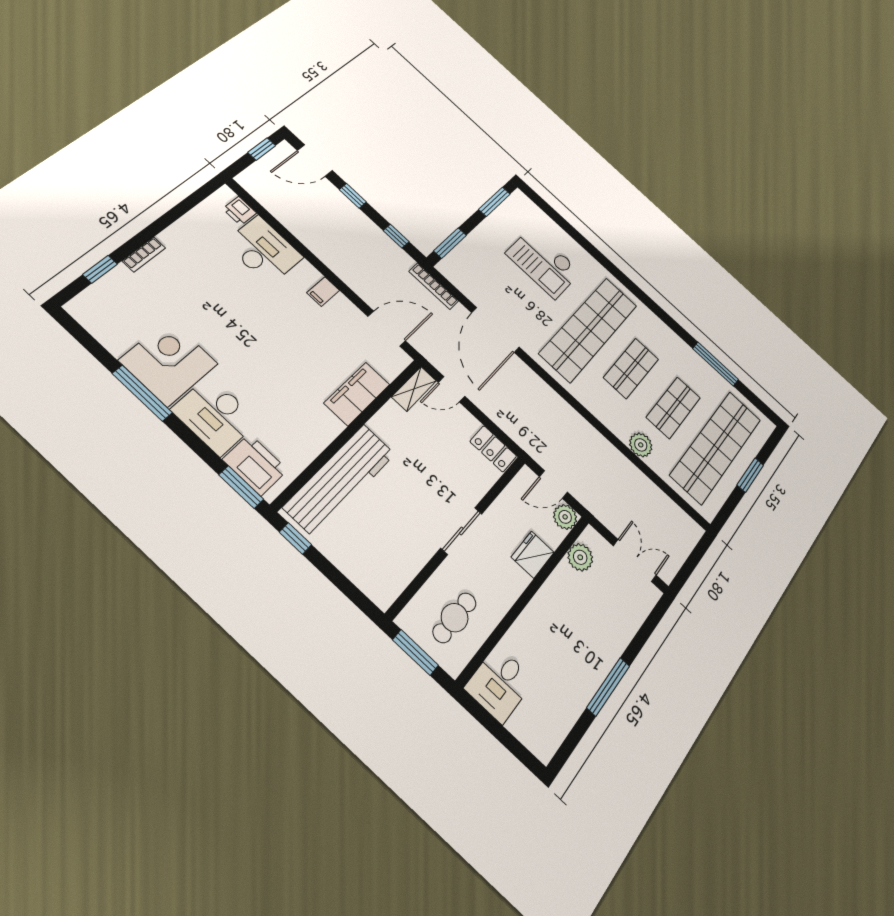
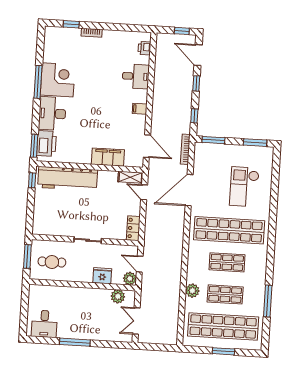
desk: (264, 250) -> (136, 76), width x0.73
double door: (635, 561) -> (136, 321), swing flipped
desk: (500, 684) -> (44, 324), moved, turned -90

